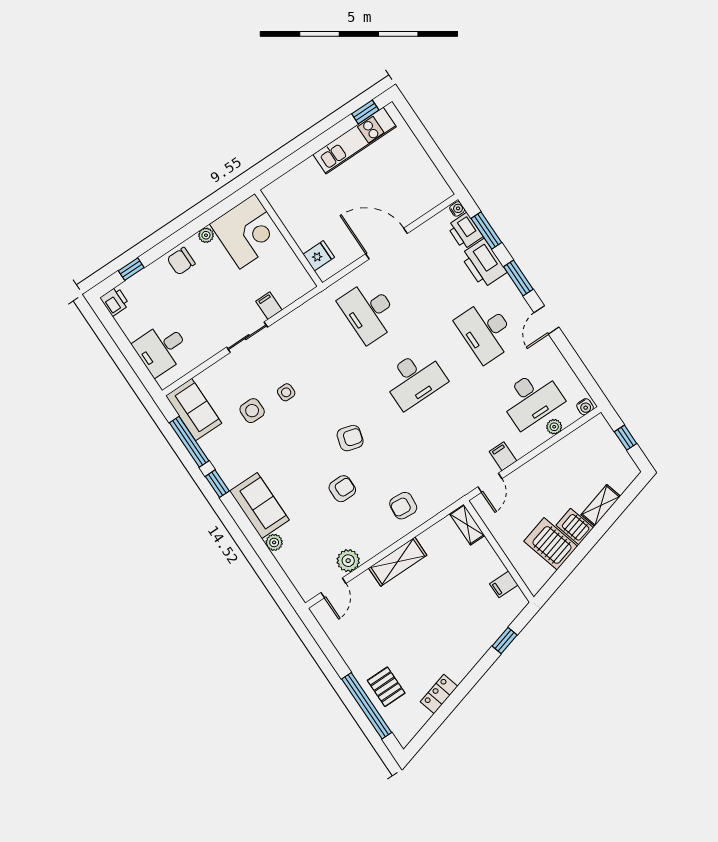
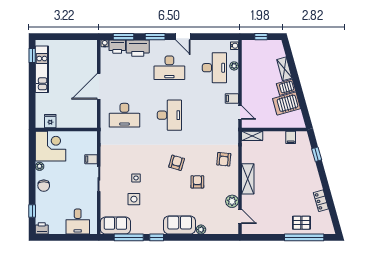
fridge: (319, 256) -> (50, 121), moved

